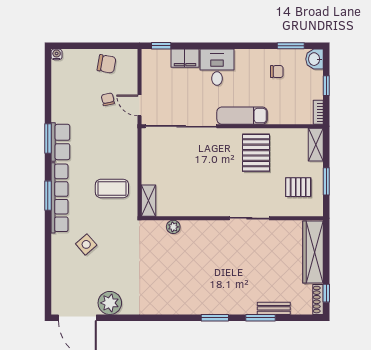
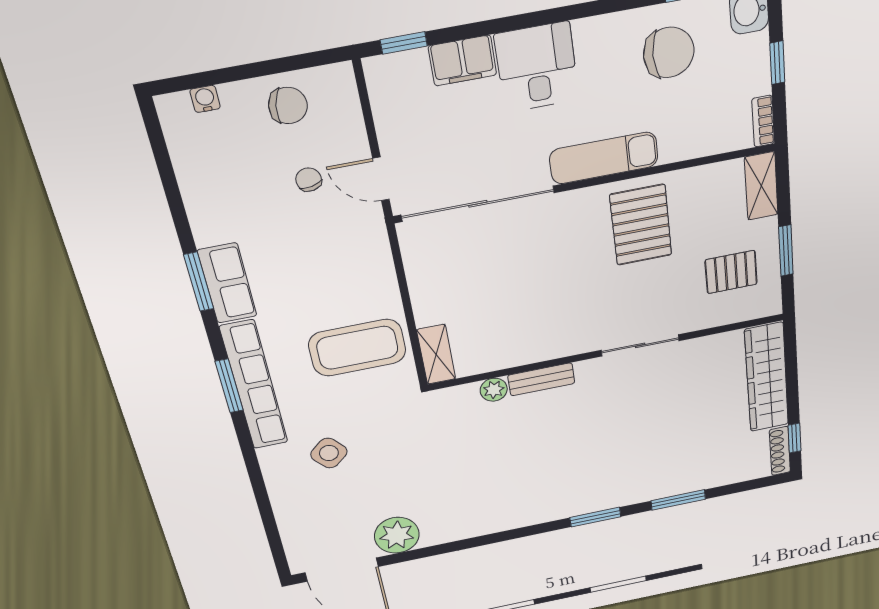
water cooler: (57, 54) -> (205, 99), moved
chair: (277, 72) -> (669, 53), width x1.87, depth x1.87
coffee table: (112, 188) -> (357, 348), width x1.36, depth x1.32
bench: (274, 308) -> (541, 379), moved

